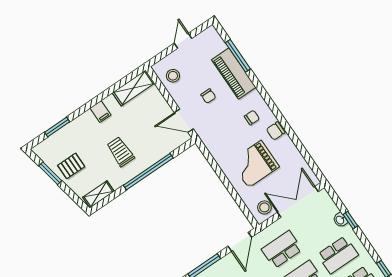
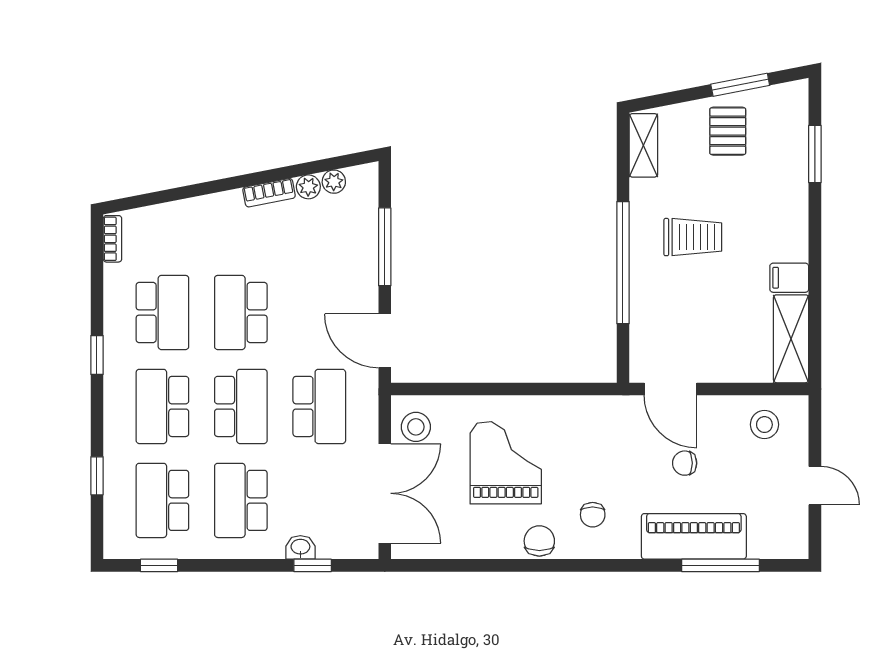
filing cabinet: (100, 112) -> (789, 278), moved
door: (184, 121) -> (670, 389), swing flipped
window: (350, 220) -> (313, 565), moved

